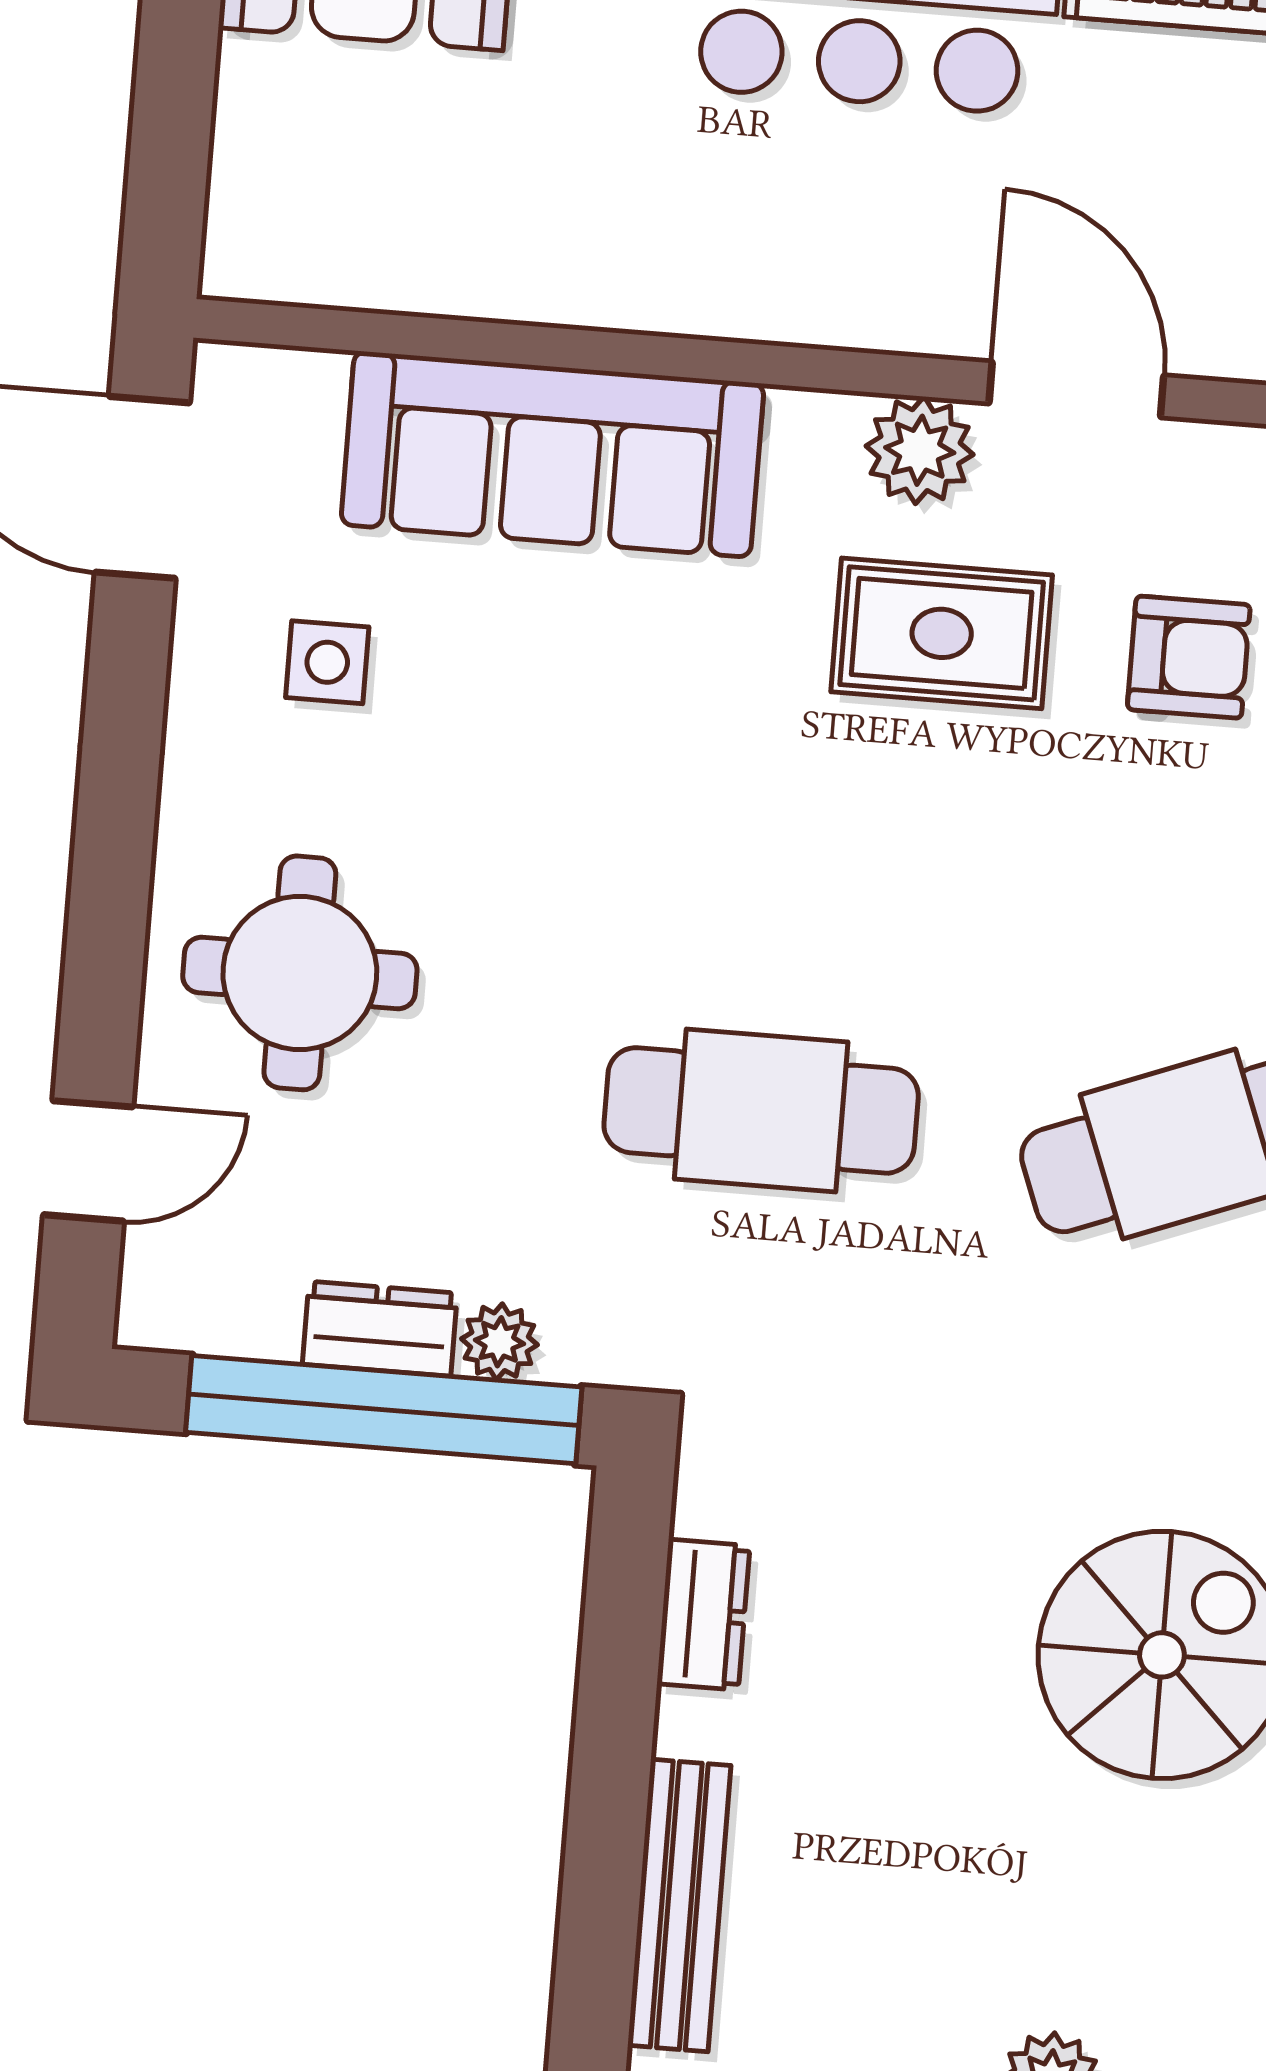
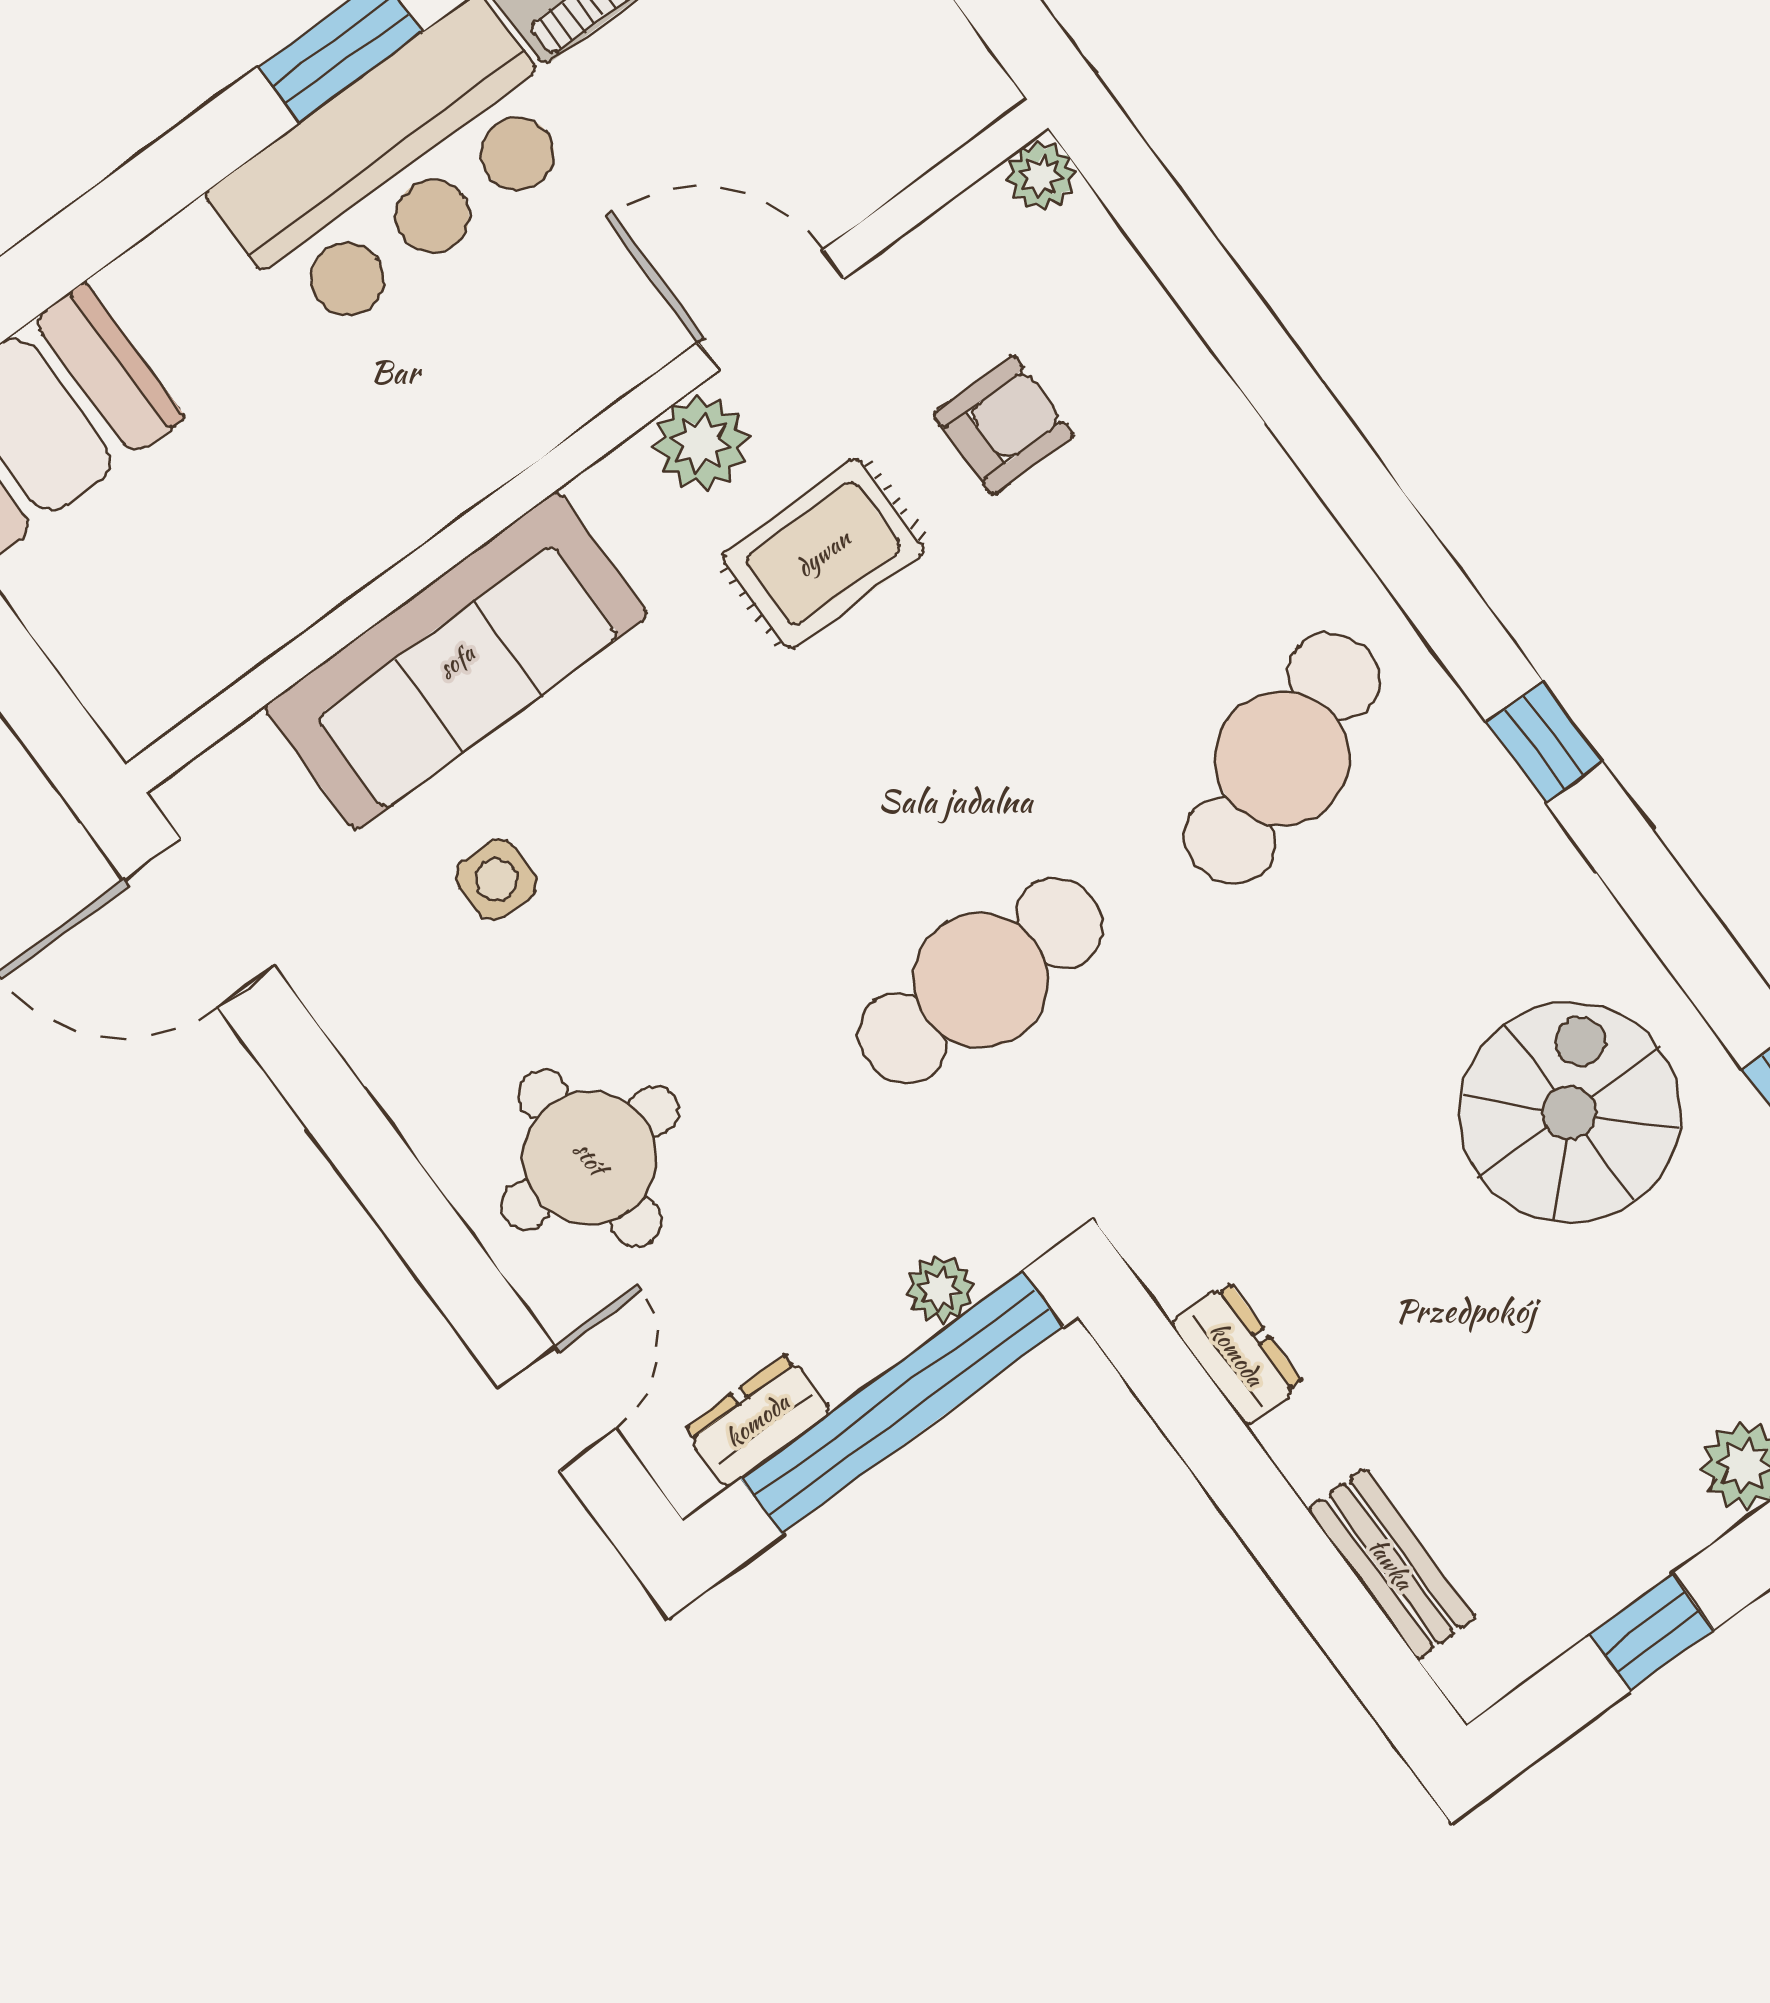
side table: (327, 662) -> (496, 880), moved
dresser: (380, 1329) -> (757, 1420), moved
bench: (679, 1905) -> (1391, 1564), width x0.73

